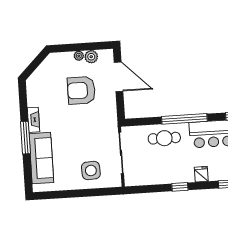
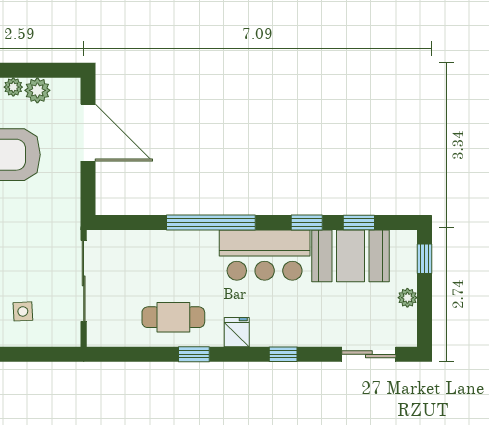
cafe table: (164, 138) -> (173, 317), moved
side table: (91, 170) -> (23, 311), width x0.54, depth x0.54

